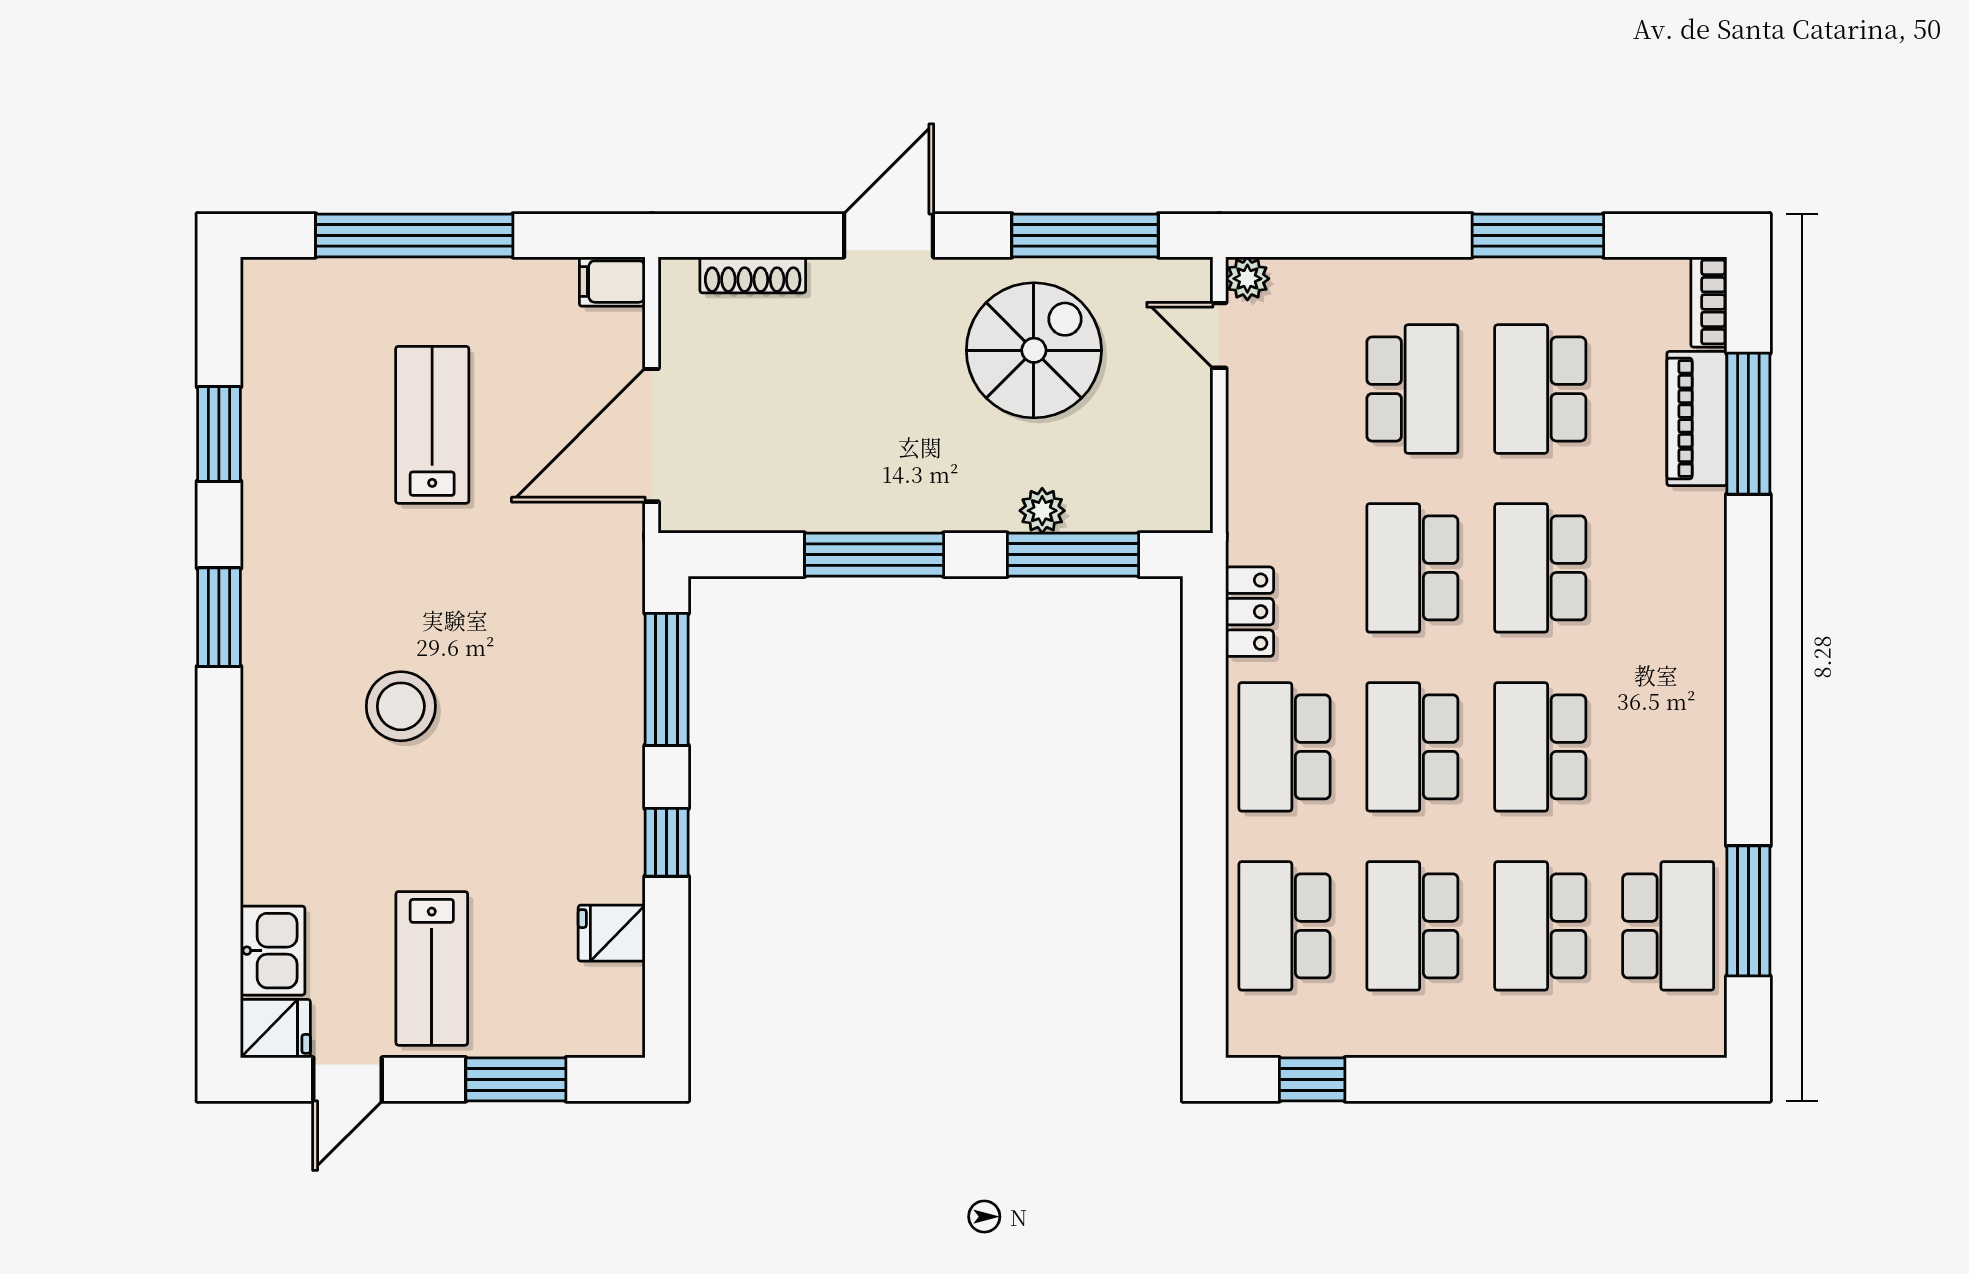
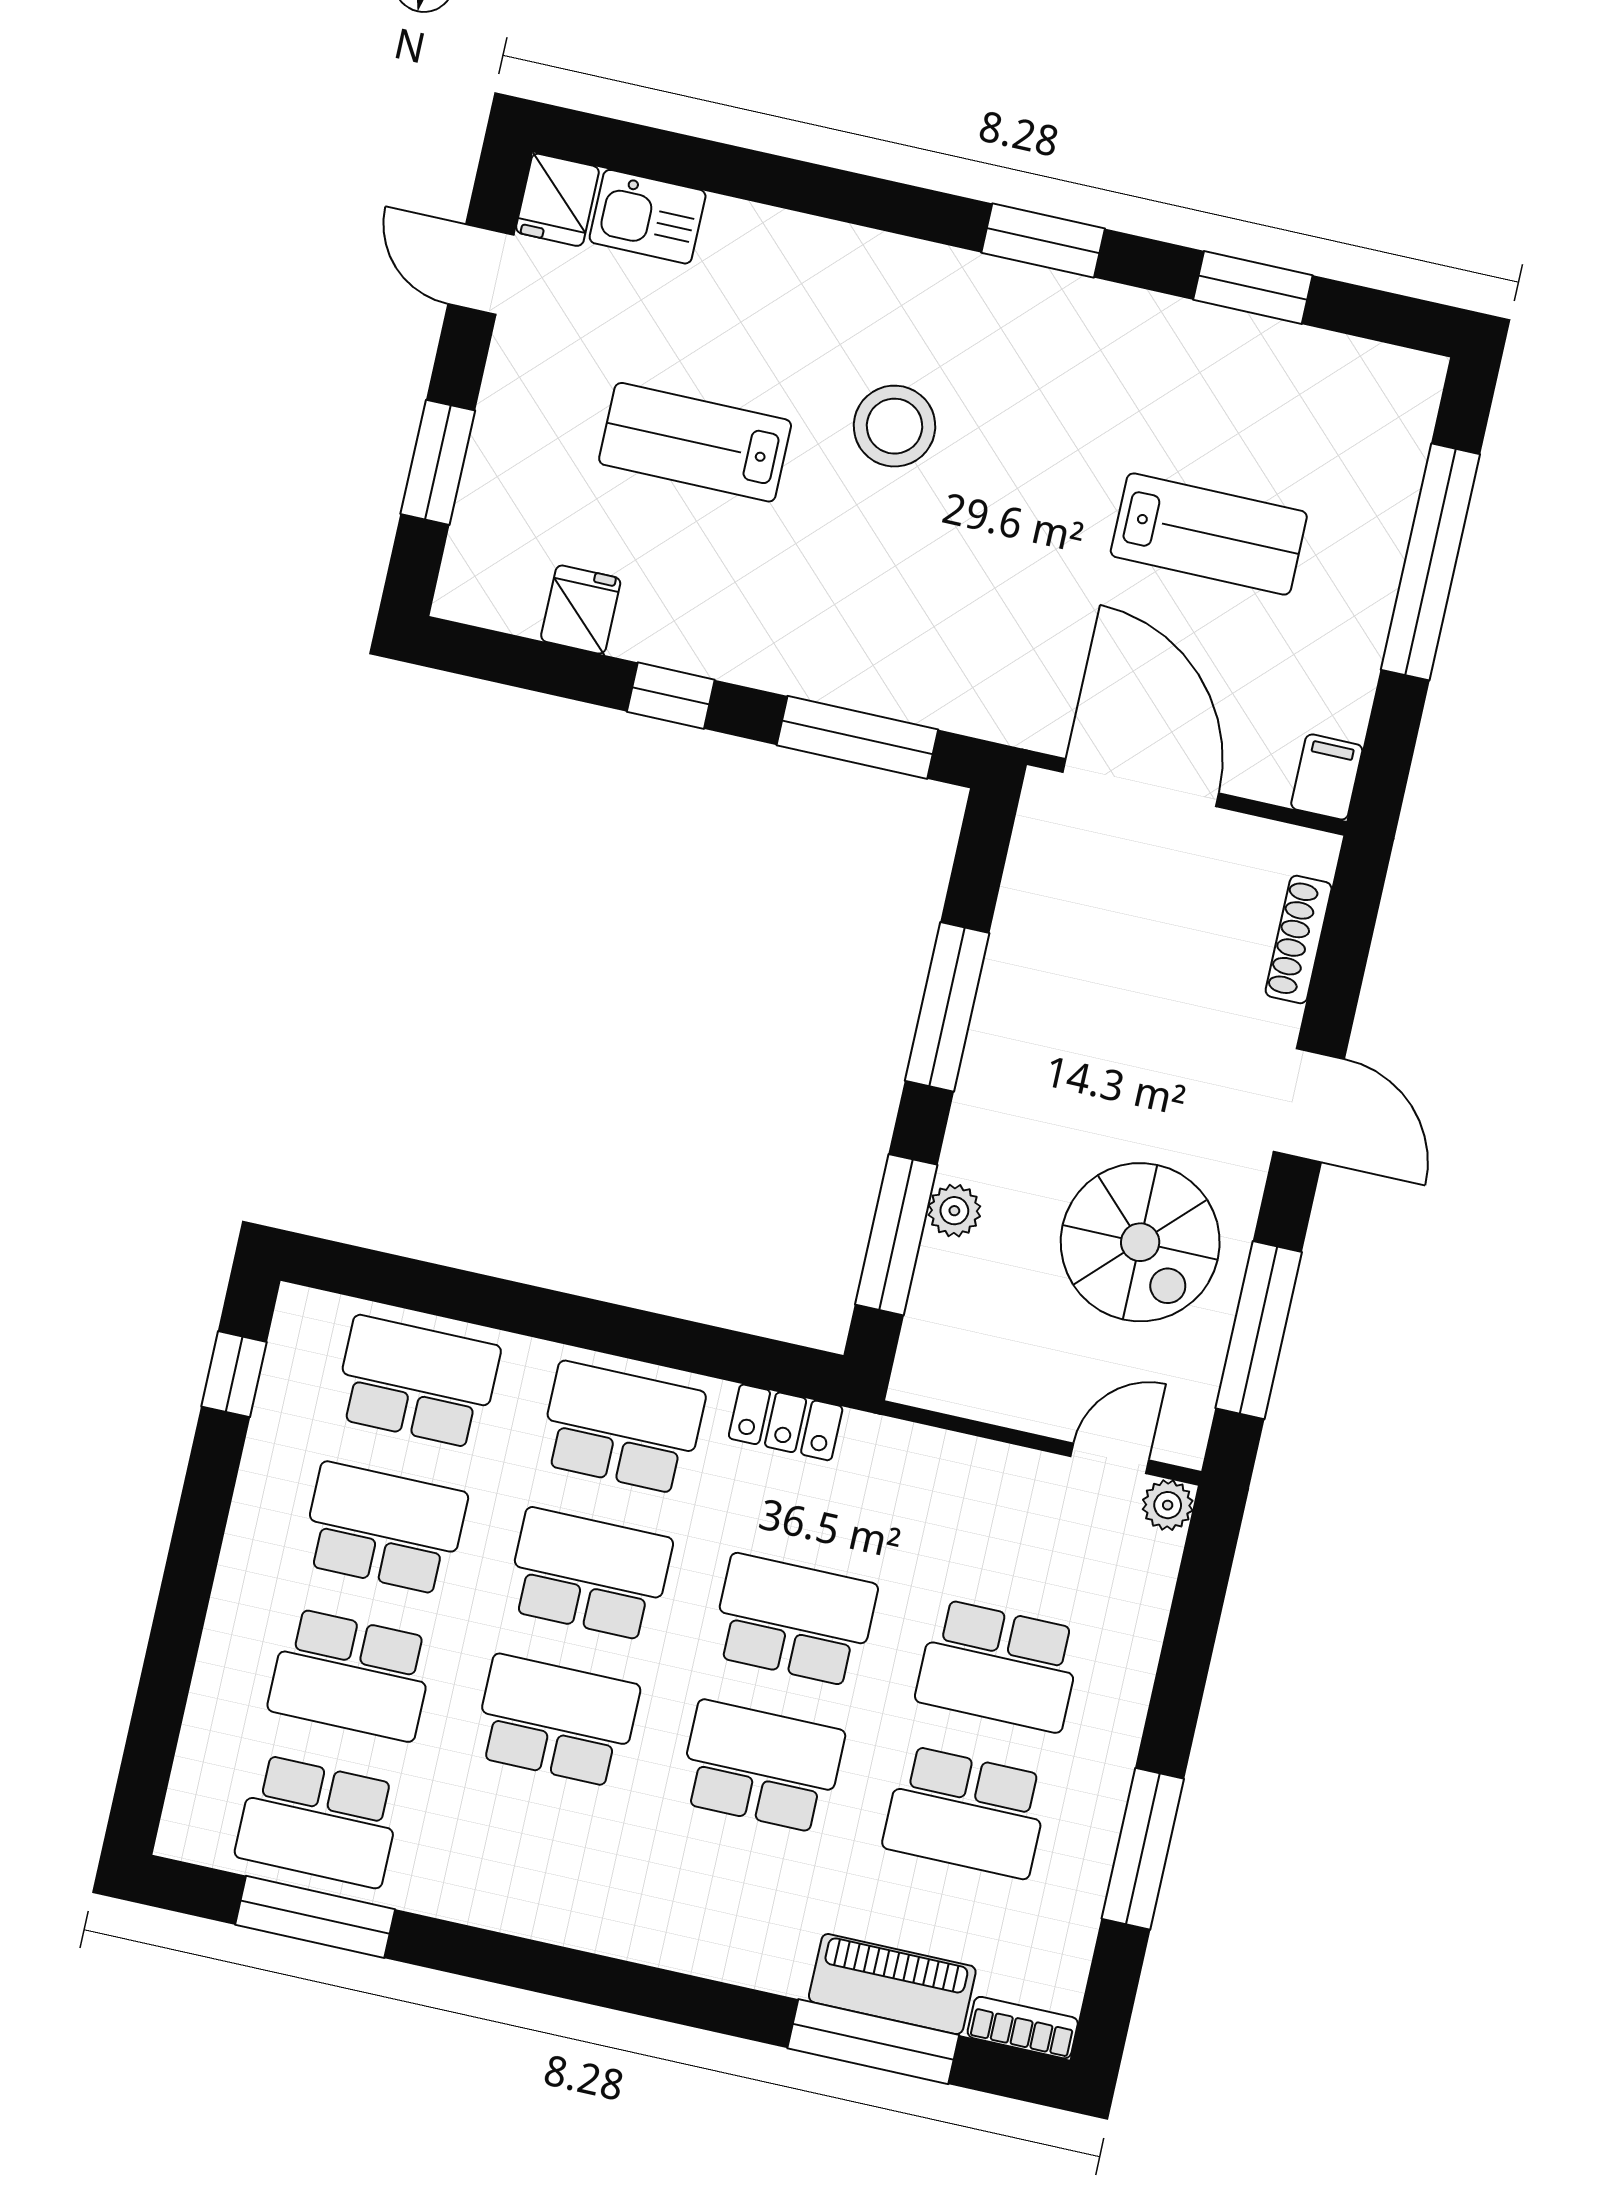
school desk: (1540, 389) -> (966, 1812), turned 180
school desk: (1540, 926) -> (351, 1675), turned 180
lab bench: (432, 968) -> (695, 442), moved

